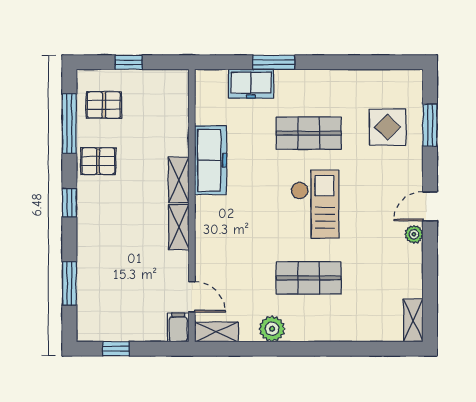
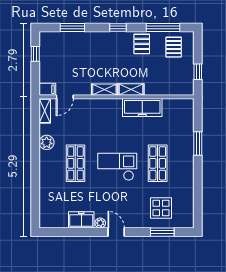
window: (129, 62) -> (198, 72), moved
freezer: (251, 84) -> (81, 220), moved, turned 90
checkout: (315, 204) -> (117, 167), turned 180
shelving: (413, 320) -> (51, 223), removed

